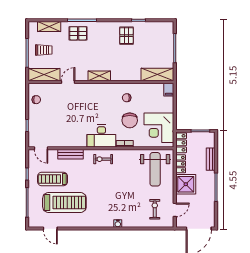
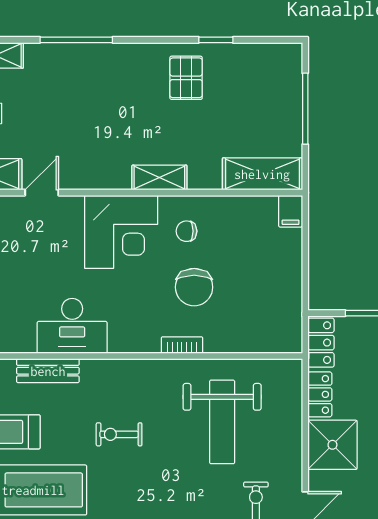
pallet: (78, 33) -> (66, 72), removed
shelving: (99, 76) -> (159, 178), moved
corner desk: (159, 128) -> (121, 232), moved, turned -90
desk: (101, 136) -> (72, 326), moved
exercise bike: (103, 159) -> (119, 434), moved
weight bench: (155, 169) -> (222, 422), moved

